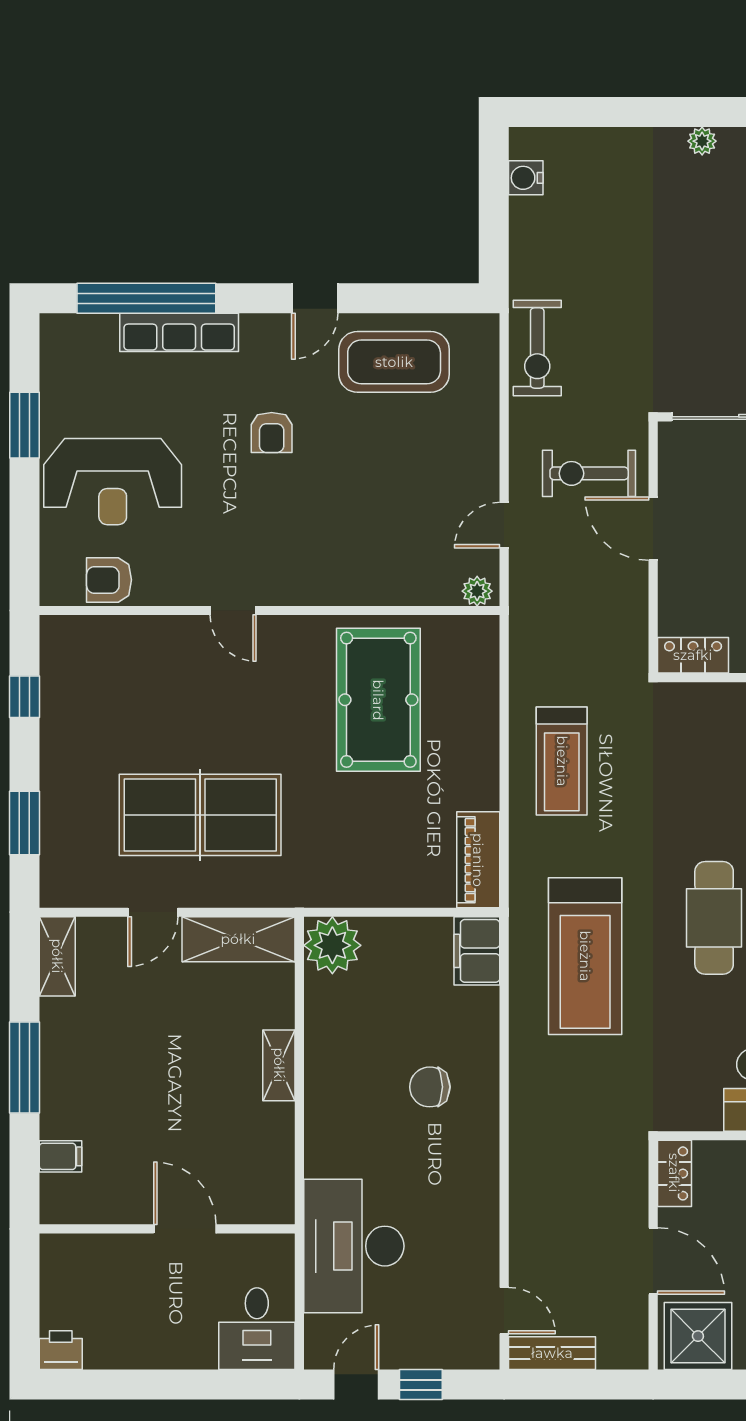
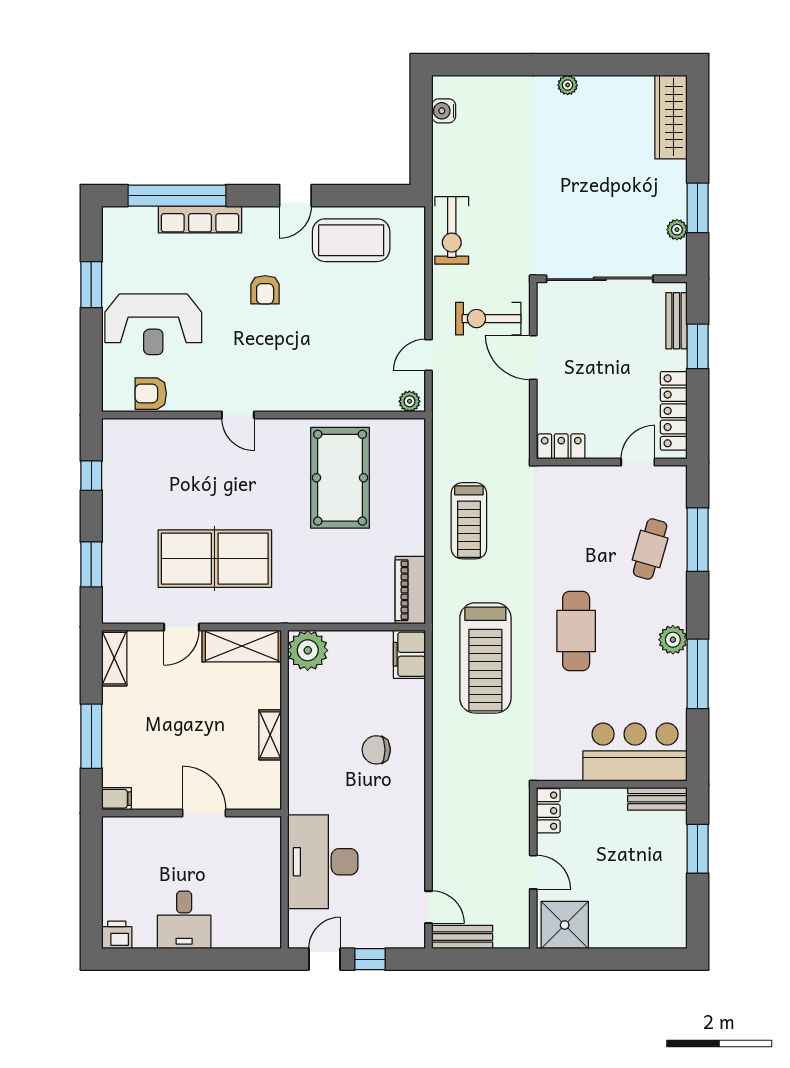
wall: (167, 1229) -> (192, 813), moved
door: (185, 1229) -> (204, 813), moved
door: (653, 1261) -> (533, 872), width x0.73
desk: (257, 1329) -> (184, 920), moved

